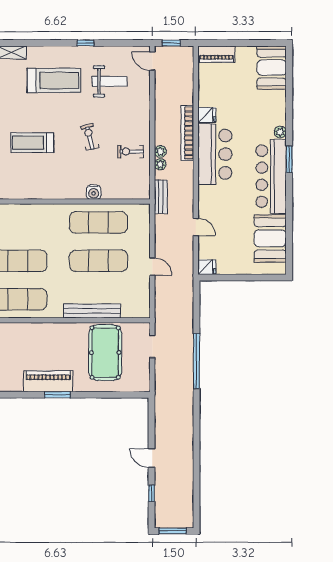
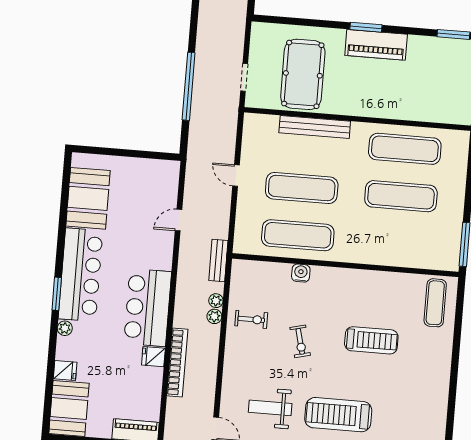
bookcase: (187, 133) -> (177, 362), moved
door: (196, 227) -> (178, 220), hinge flipped
fridge: (207, 267) -> (65, 371), moved, turned 180
window: (196, 361) -> (189, 86), moved

